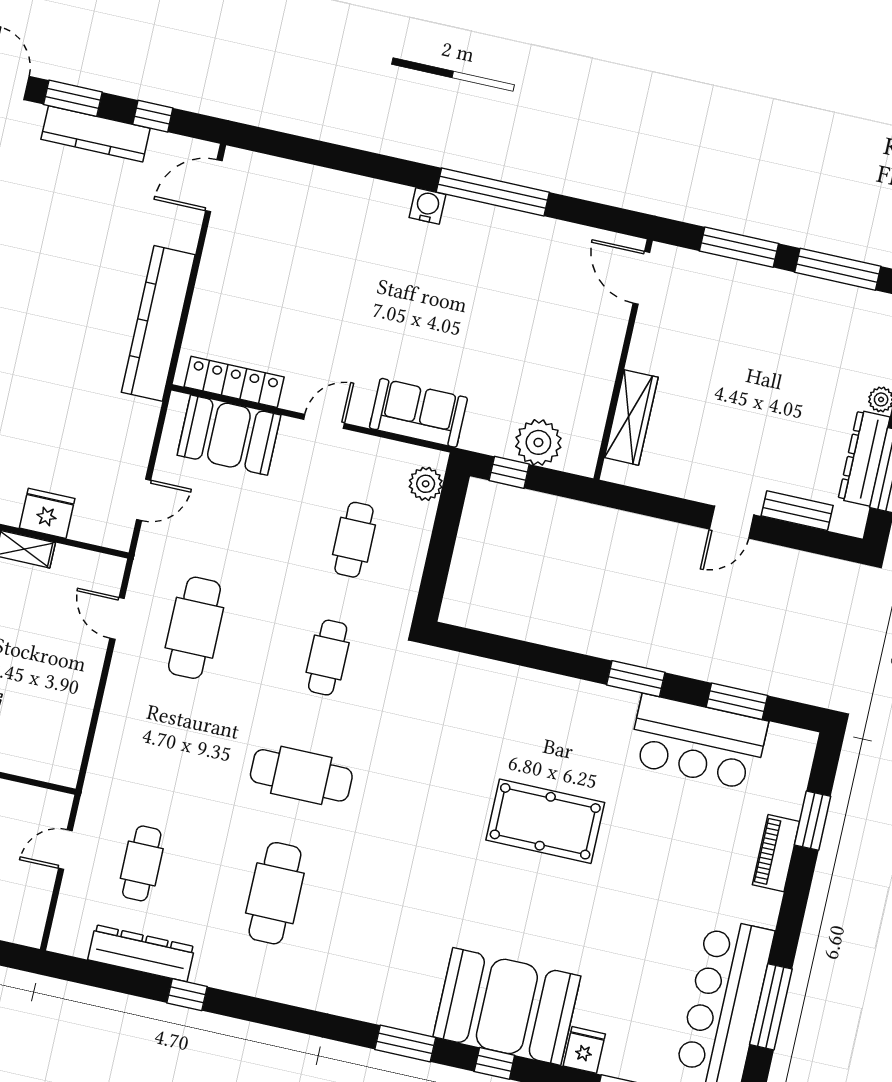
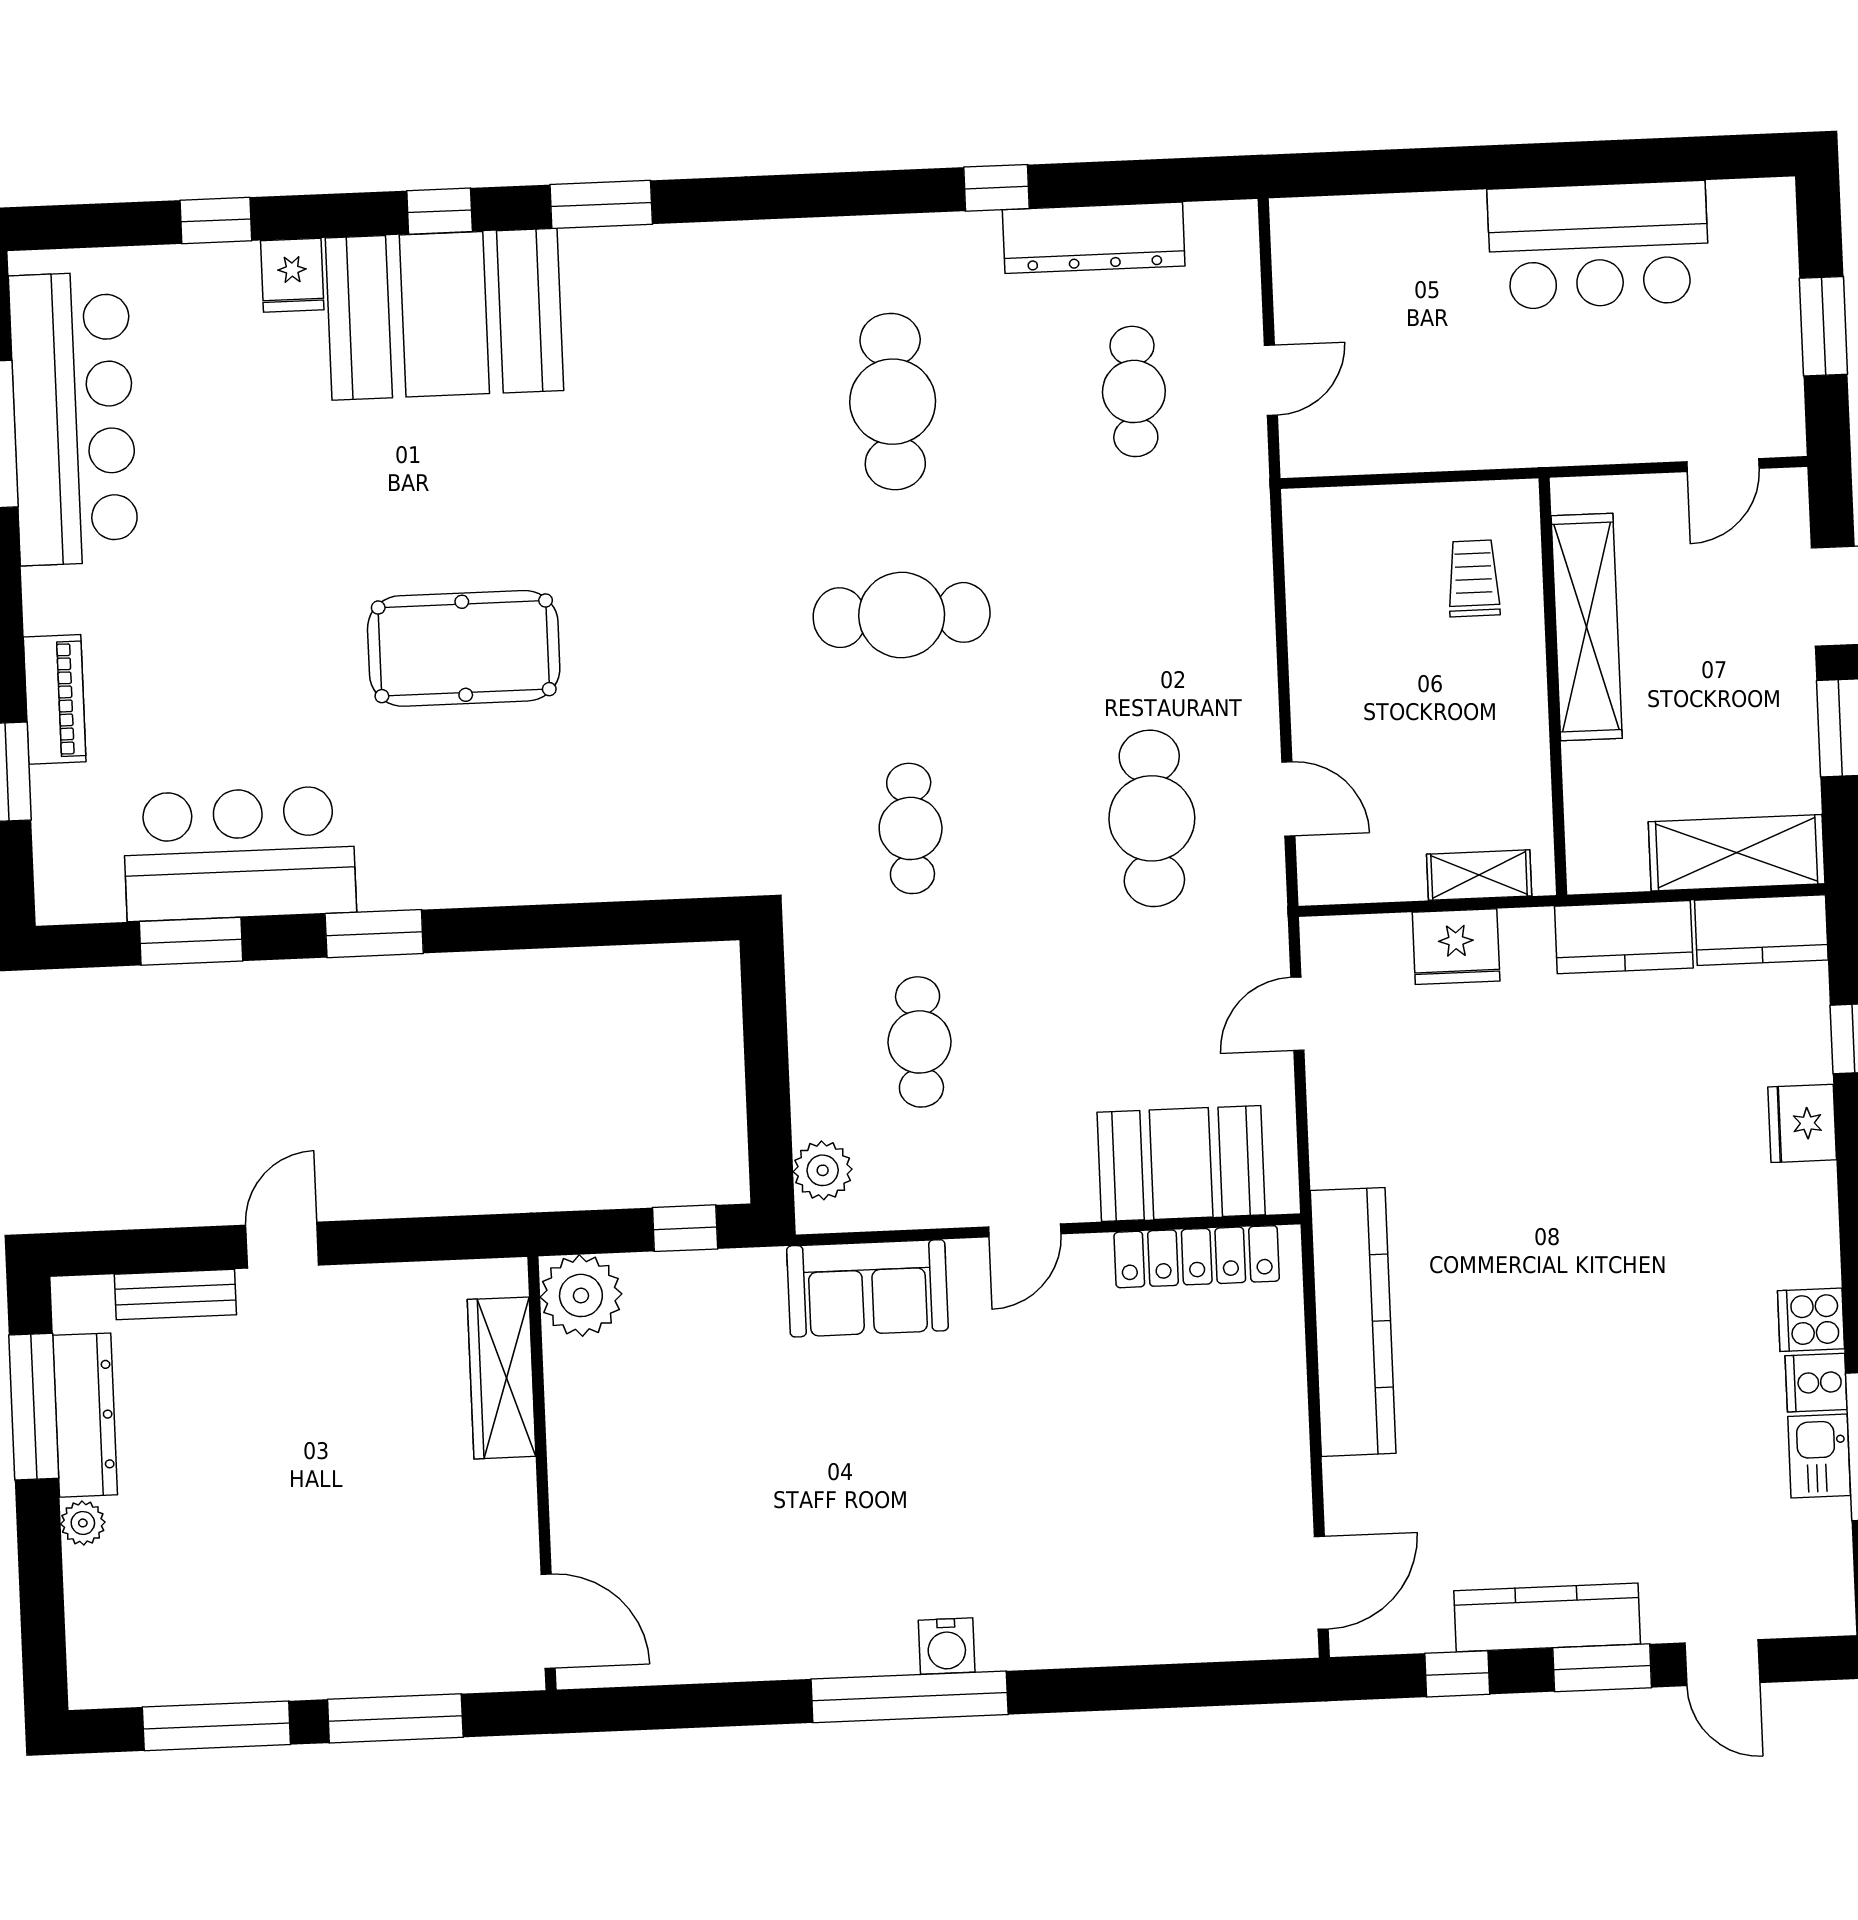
window: (493, 192) -> (910, 1697), moved
plant: (538, 442) -> (581, 1295), moved

